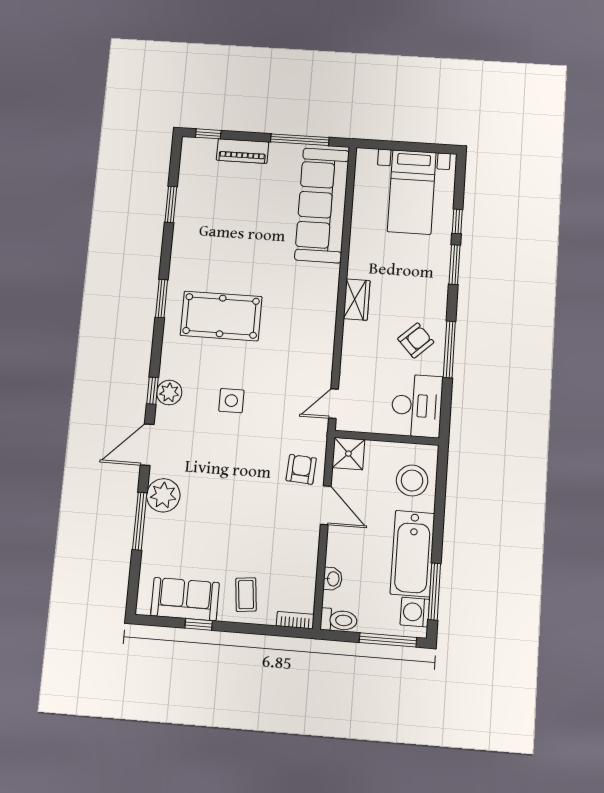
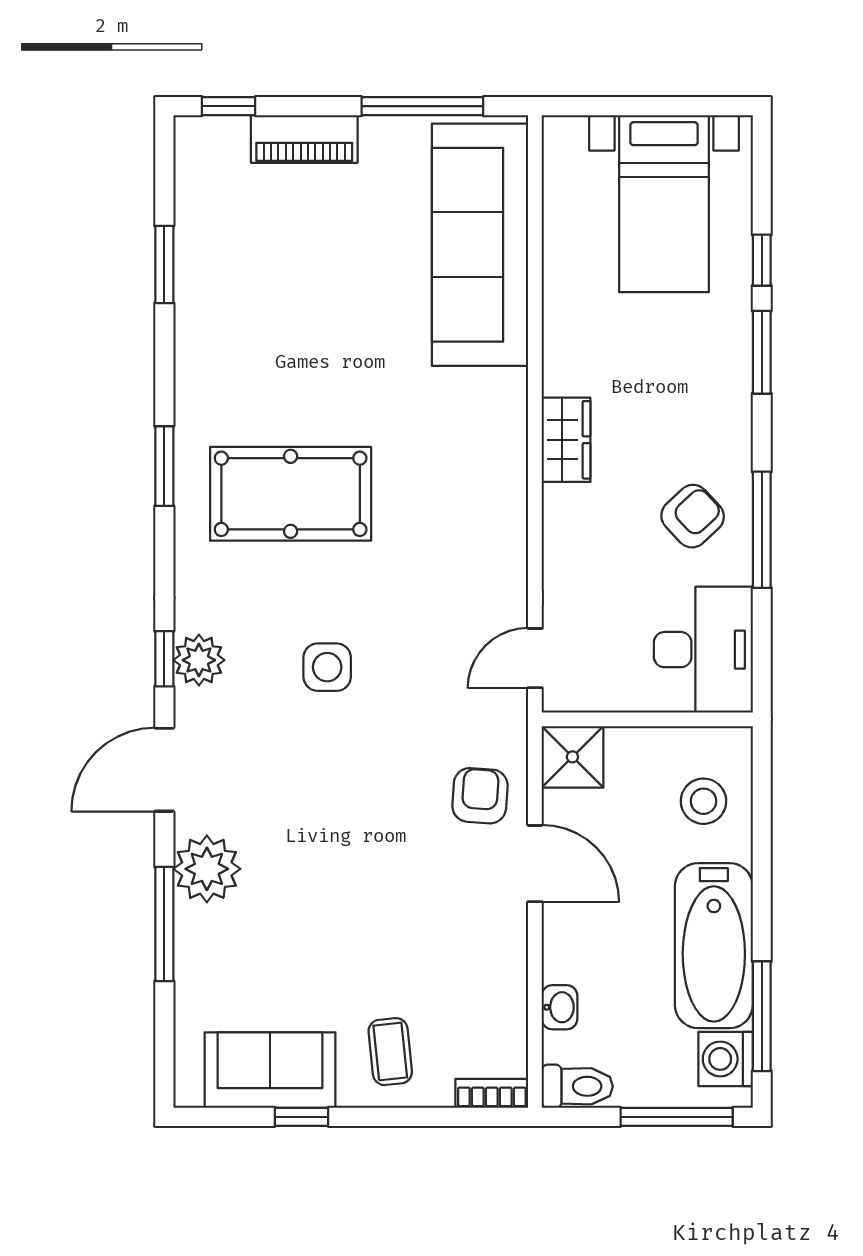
stool: (412, 481) -> (704, 801), width x0.73, depth x0.73

